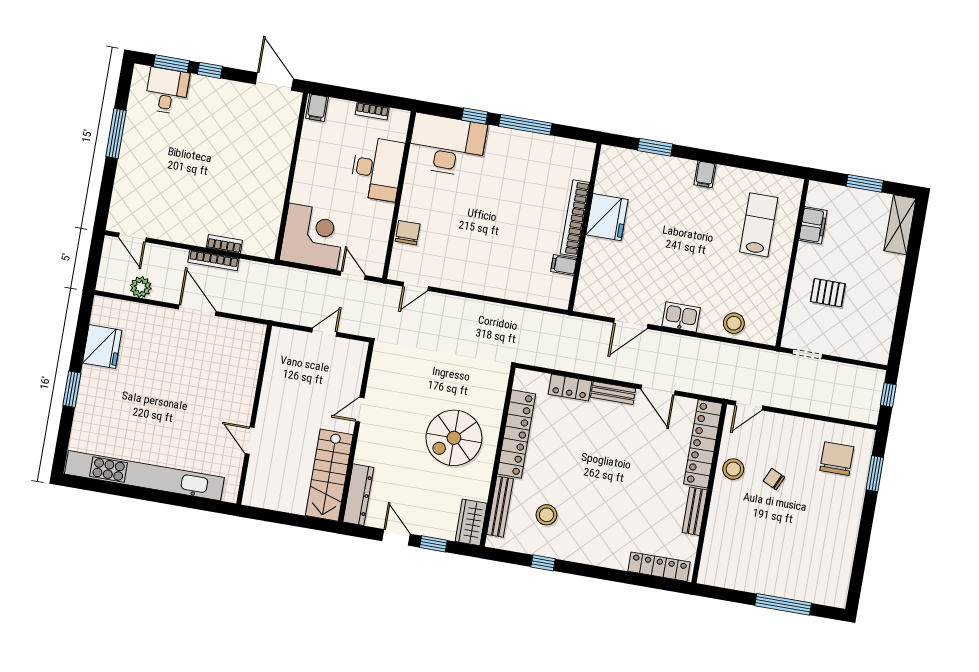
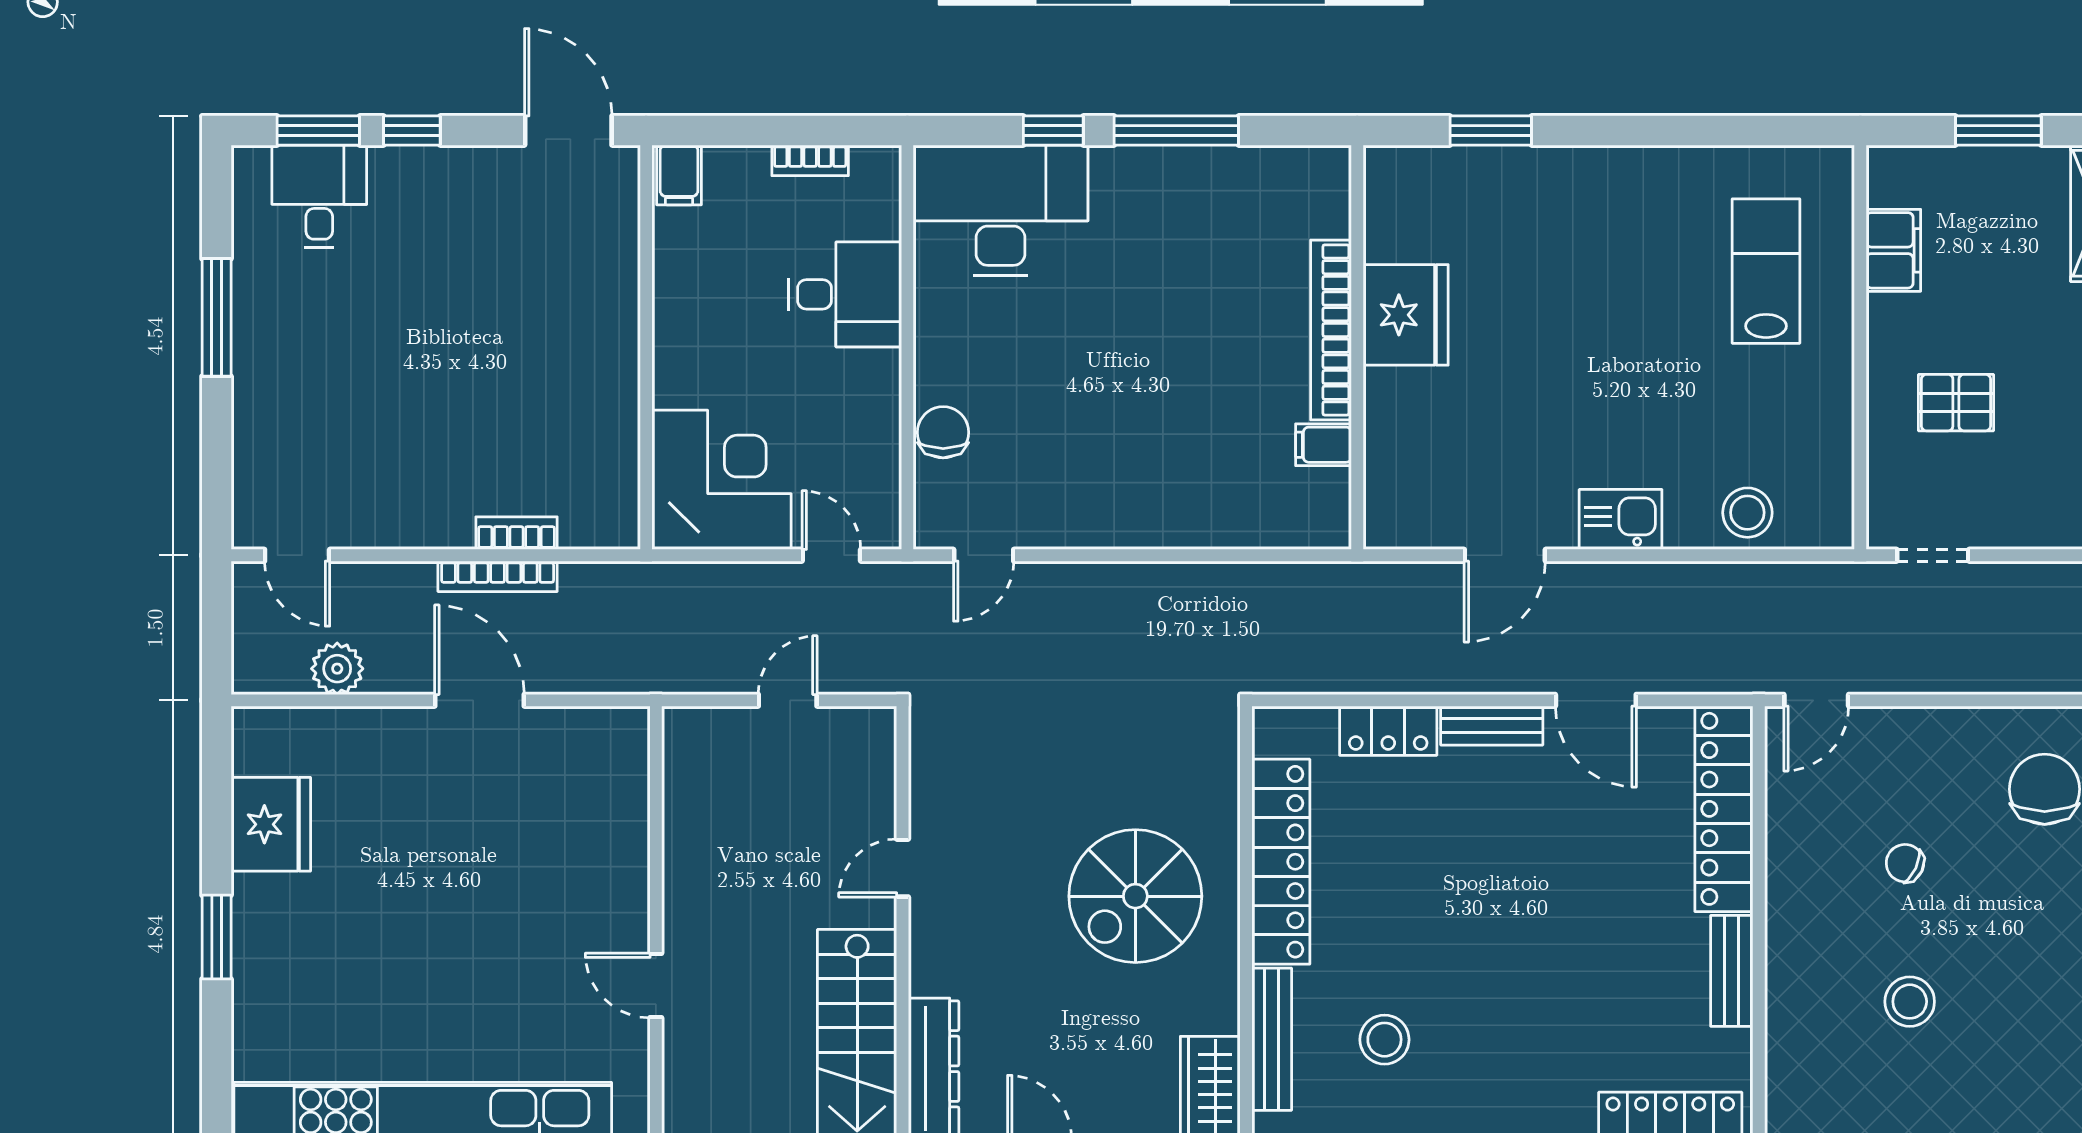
desk: (377, 169) -> (845, 294), width x0.73
filing cabinet: (705, 174) -> (1619, 174), removed
stool: (733, 469) -> (1910, 1002), moved

